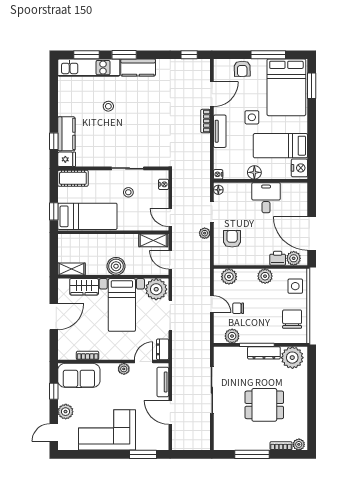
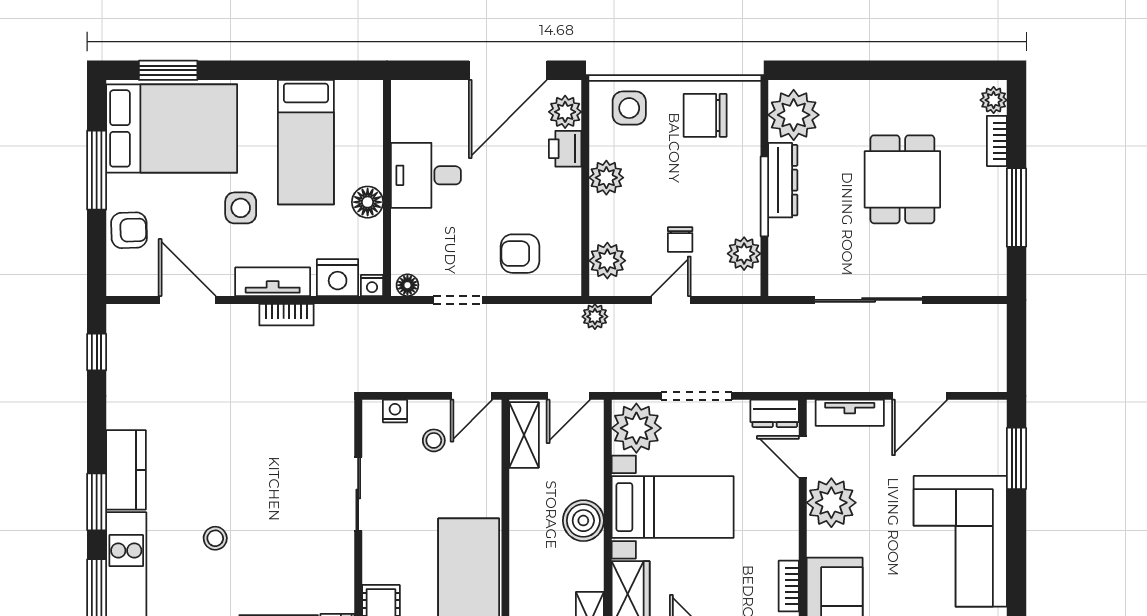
bookcase: (205, 121) -> (286, 315), moved
nightstand: (299, 168) -> (338, 278), moved, turned 180
stool: (128, 192) -> (434, 440), moved
plant: (205, 233) -> (595, 317), moved
plant: (124, 369) -> (831, 503), width x1.88, depth x1.88

